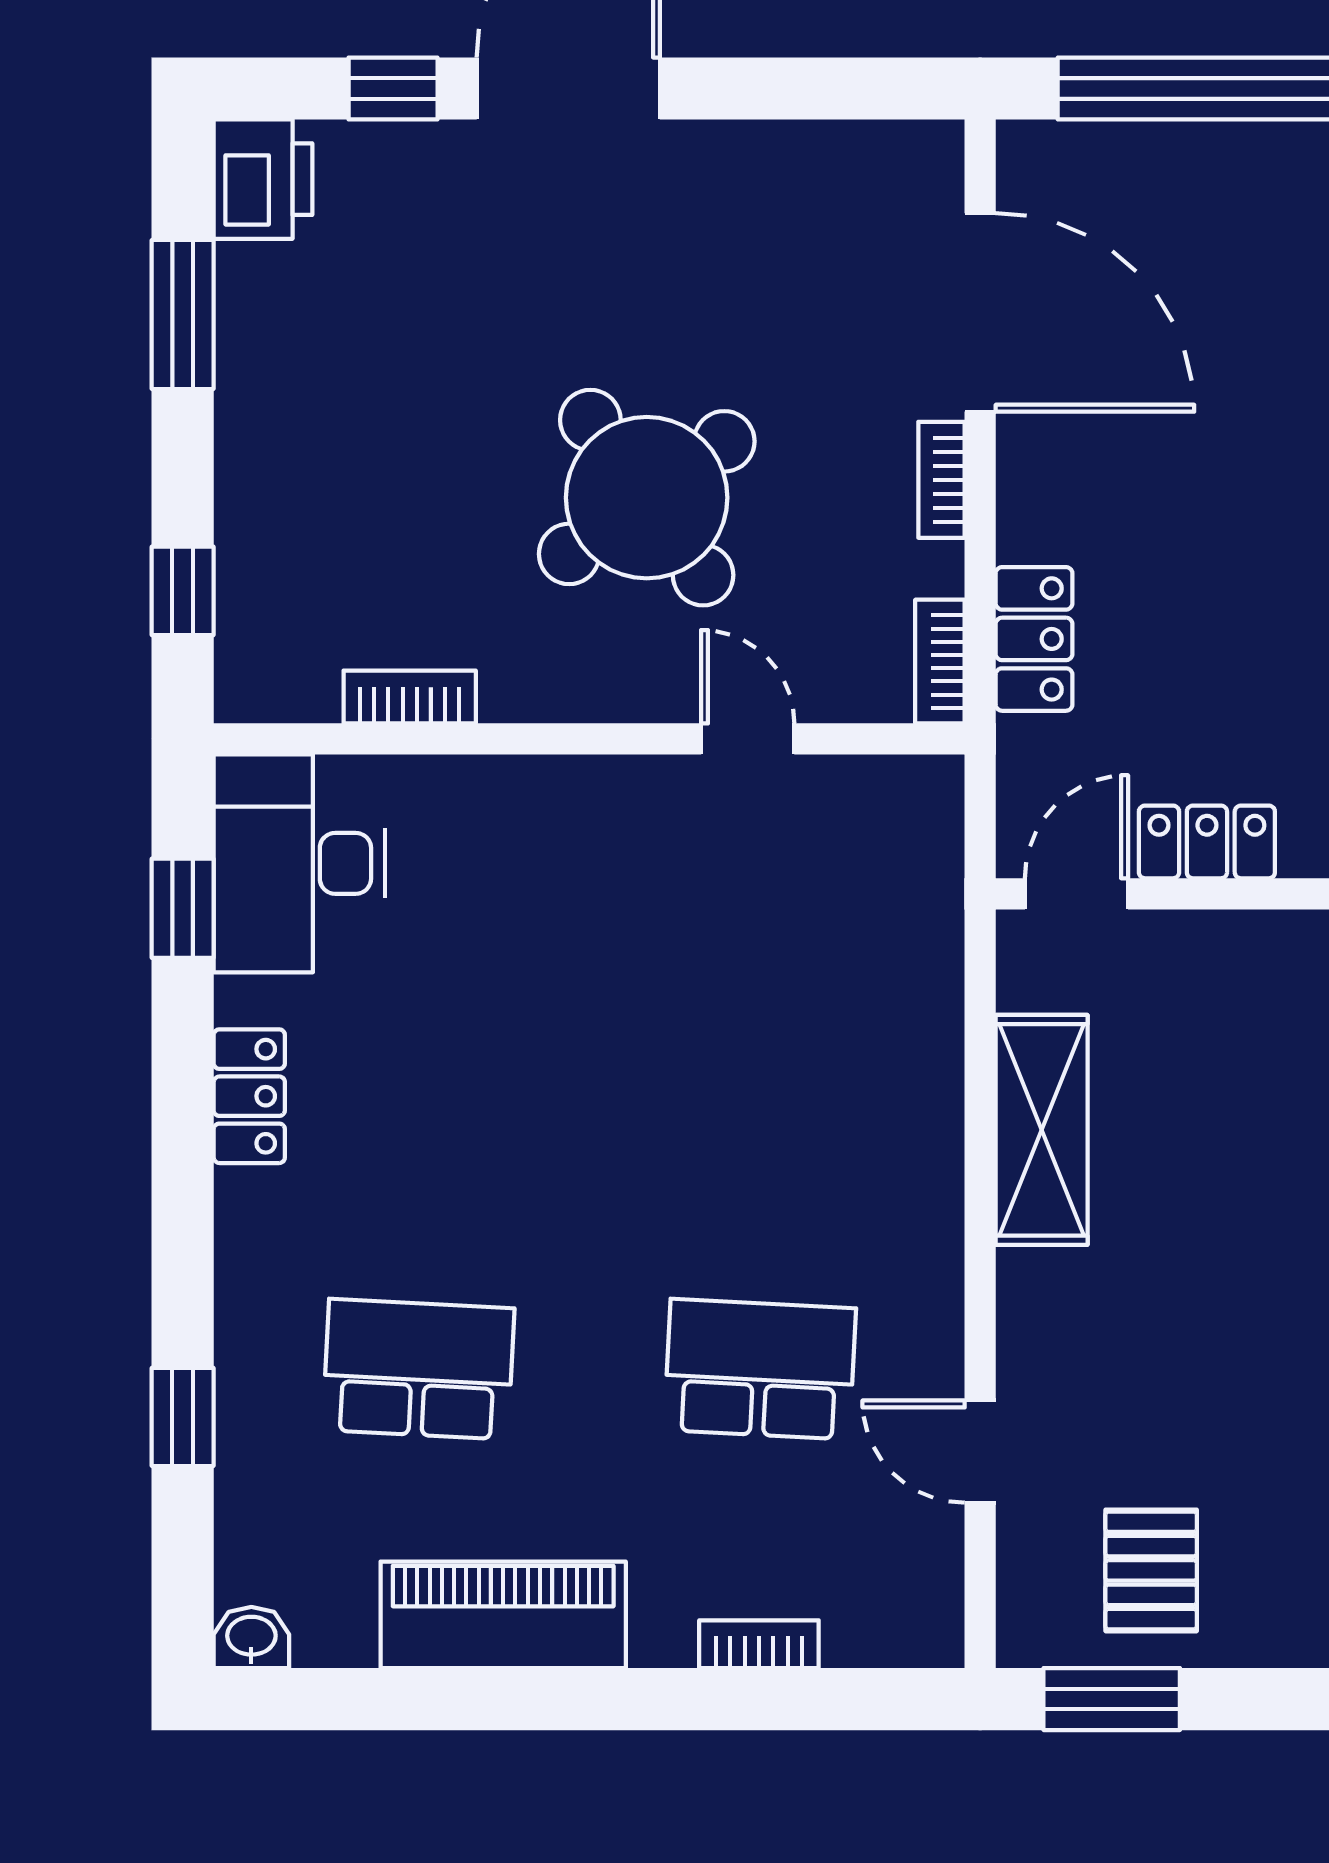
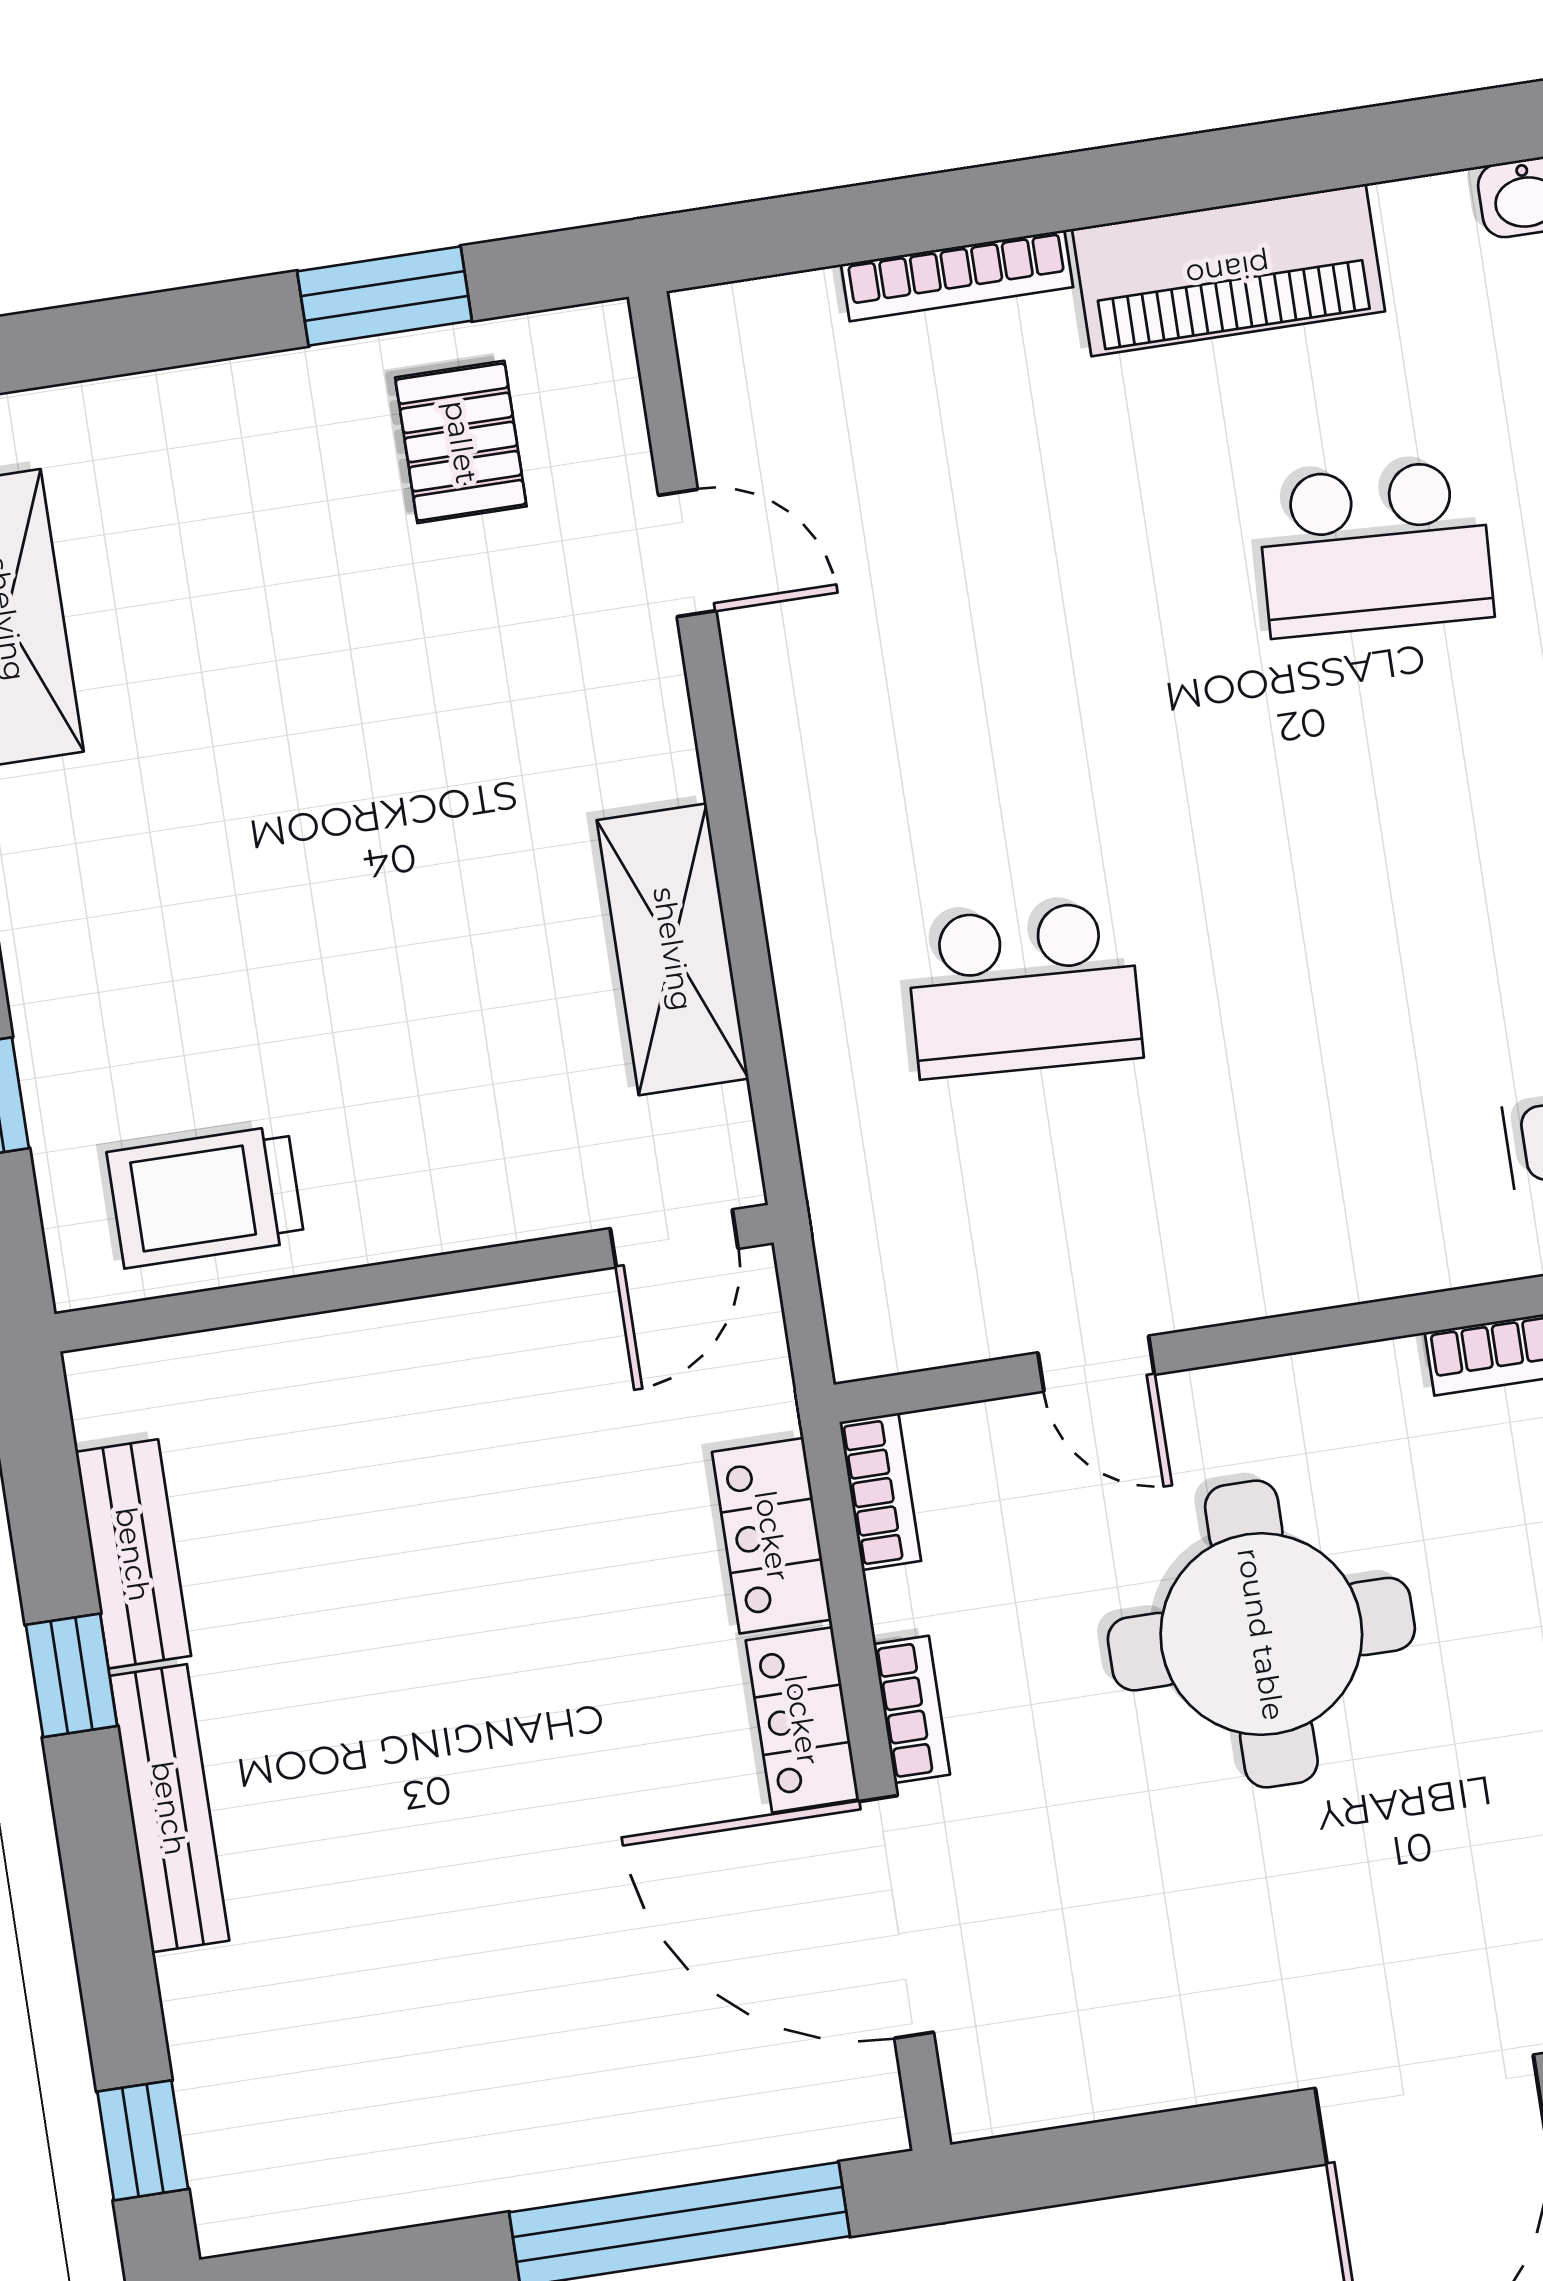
round table: (647, 498) -> (1261, 1634), turned 36
locker: (1207, 842) -> (802, 1720), moved, turned 90
school desk: (760, 1369) -> (1024, 989), moved
bookcase: (759, 1644) -> (957, 276), width x1.56
window: (1112, 1699) -> (385, 296), moved

